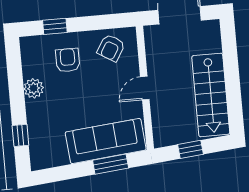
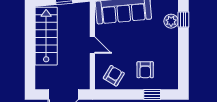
plant: (34, 88) -> (171, 21), moved
door: (145, 88) -> (92, 45), hinge flipped

